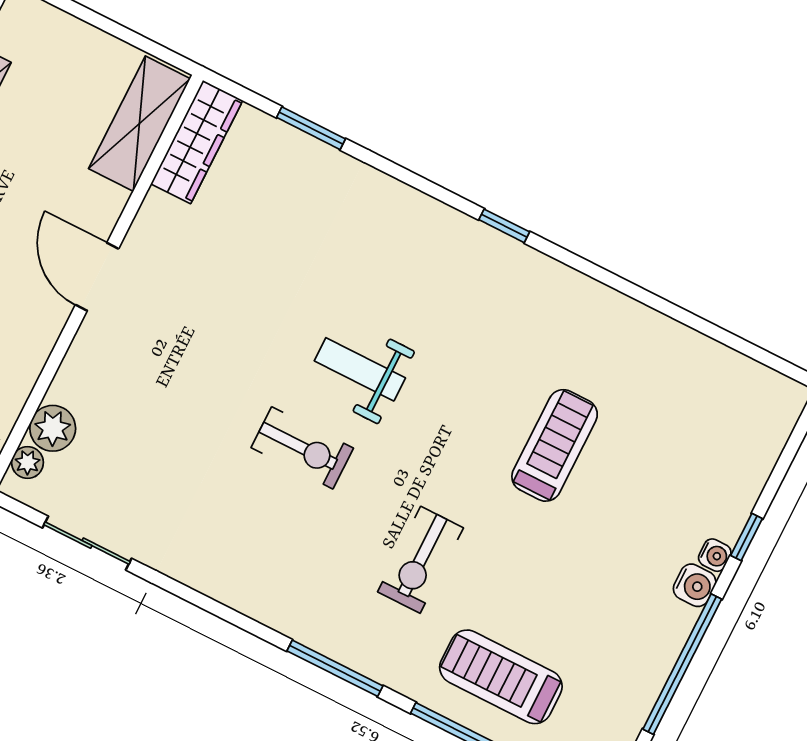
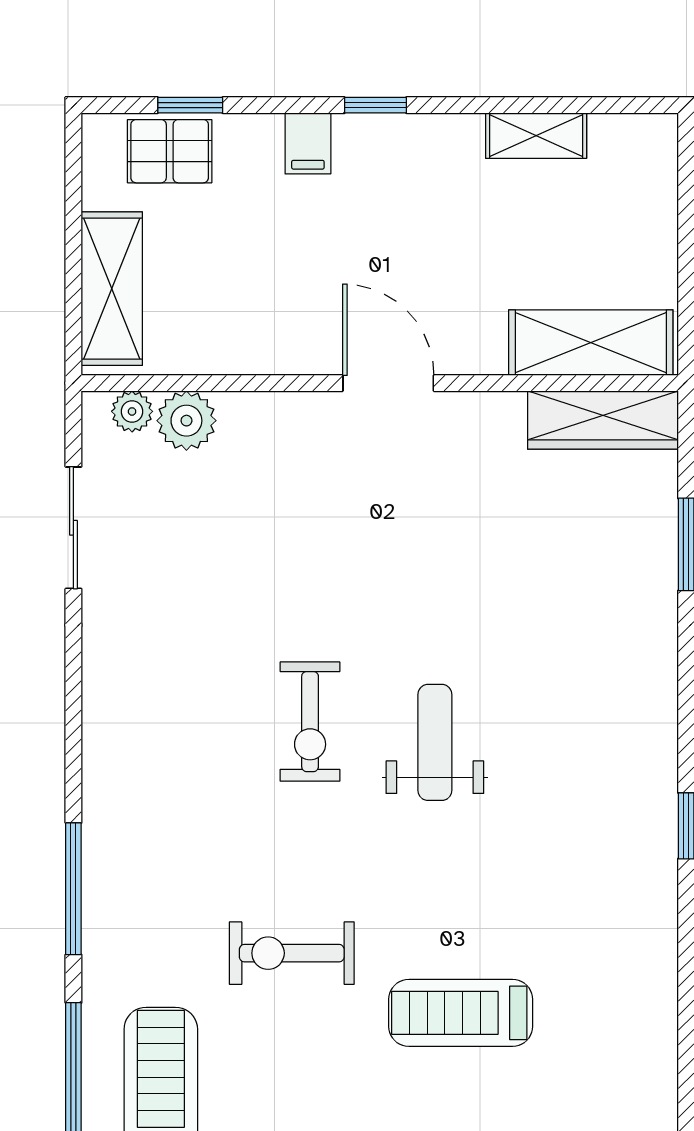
door: (97, 277) -> (388, 383), hinge flipped
treadmill: (555, 445) -> (461, 1013), turned 180
exercise bike: (420, 560) -> (292, 953), moved

